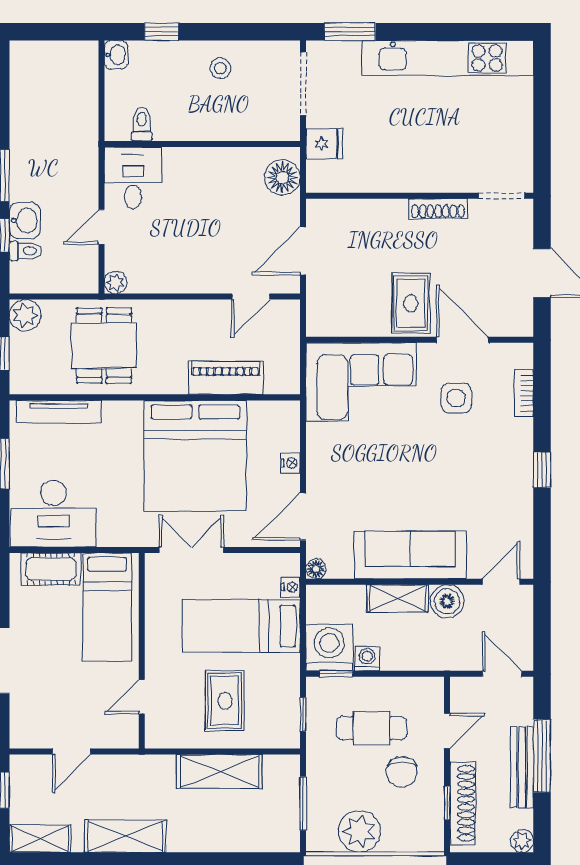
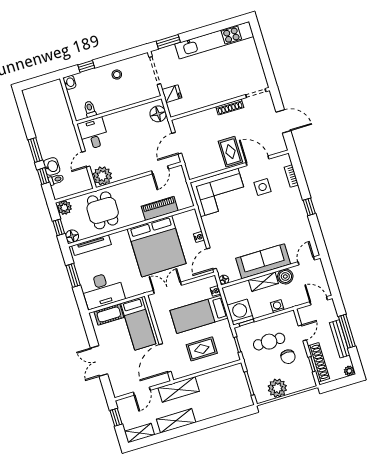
plant: (116, 282) -> (102, 176), width x1.88, depth x1.88
floor lamp: (23, 380) -> (72, 236), added
washing machine: (367, 659) -> (277, 306), moved
door: (142, 697) -> (165, 358), width x1.87
rug: (225, 701) -> (202, 349), turned 90
shelving: (219, 772) -> (179, 389), moved

